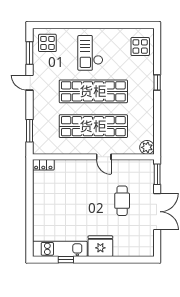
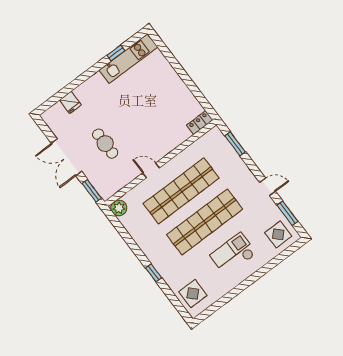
checkout: (90, 53) -> (233, 254), turned -90
fridge: (100, 246) -> (70, 102), moved, width x0.53, depth x0.75

